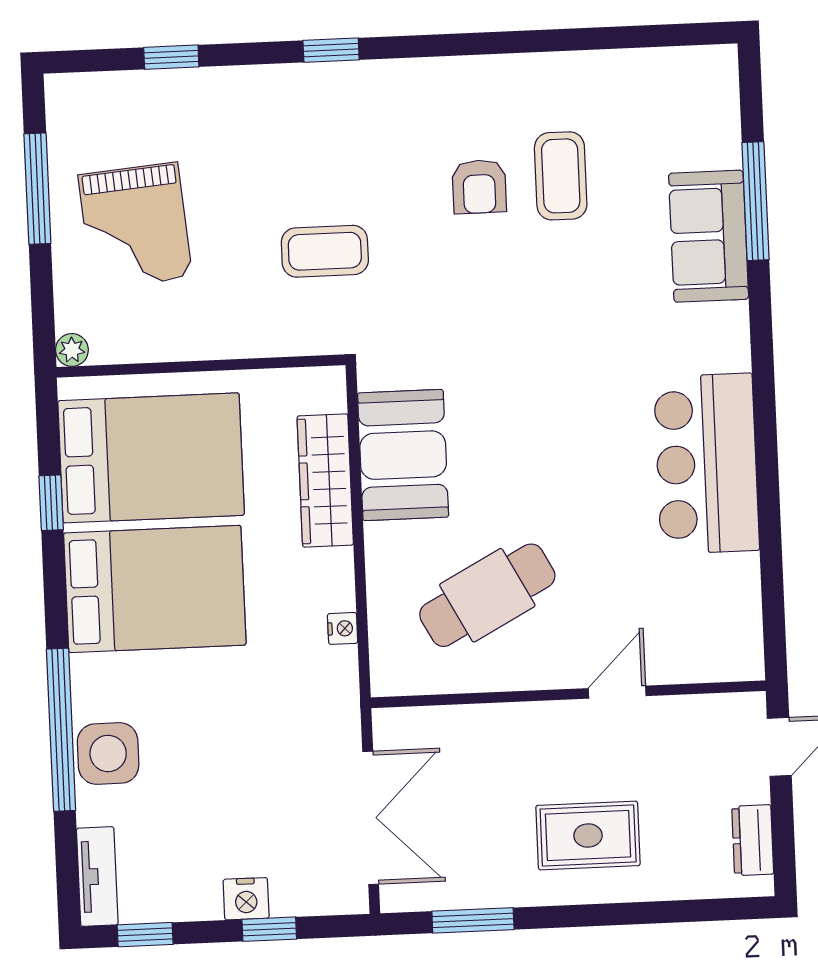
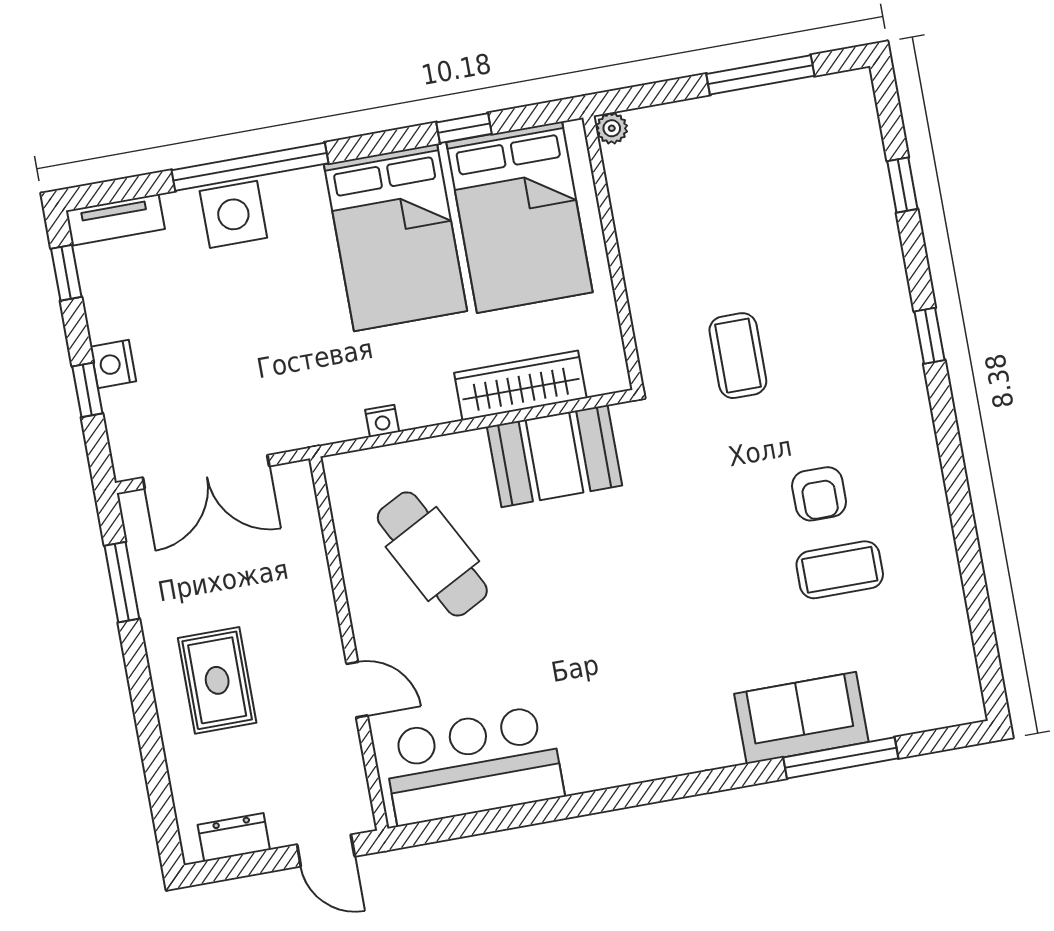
armchair: (479, 187) -> (819, 494), turned -90
grand piano: (135, 226) -> (738, 172), removed
bar counter: (706, 464) -> (473, 765), moved

